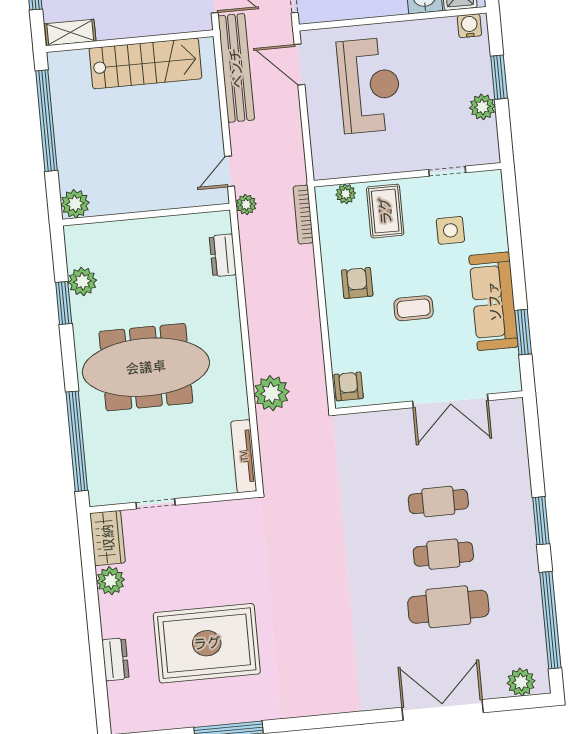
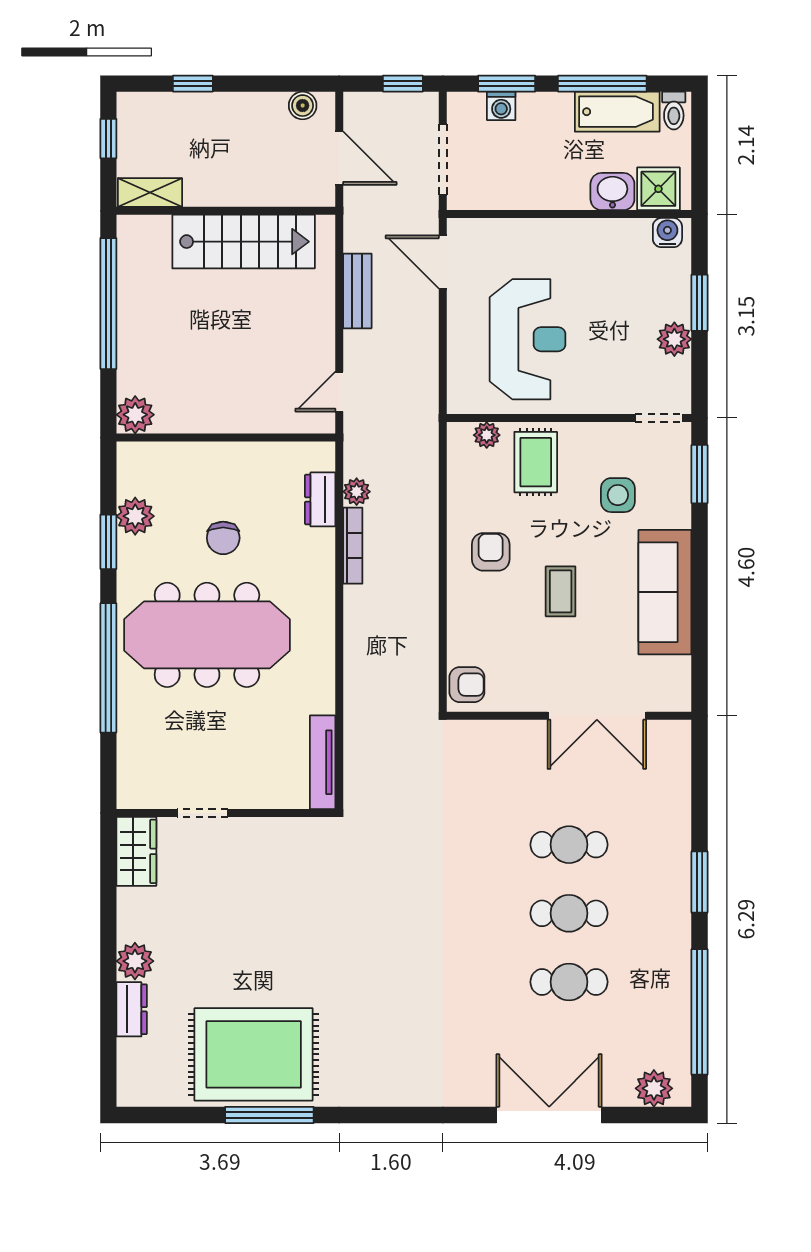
bench: (236, 68) -> (357, 291), width x0.54, depth x0.82
reception desk: (369, 85) -> (528, 339), moved
doorway: (447, 171) -> (659, 418), moved
plant: (246, 205) -> (357, 492), moved
bookcase: (303, 215) -> (353, 546), moved, turned 180
chair: (151, 292) -> (223, 538), added
coffee table: (414, 308) -> (561, 591), turned 90
window: (523, 332) -> (699, 474), moved
armchair: (349, 386) -> (467, 685), turned 90
plant: (271, 393) -> (366, 684), removed
window: (77, 441) -> (108, 668), moved
plant: (110, 581) -> (135, 961), moved
cafe table: (448, 607) -> (569, 982), width x0.73, depth x0.74
rug: (207, 643) -> (254, 1054), moved

